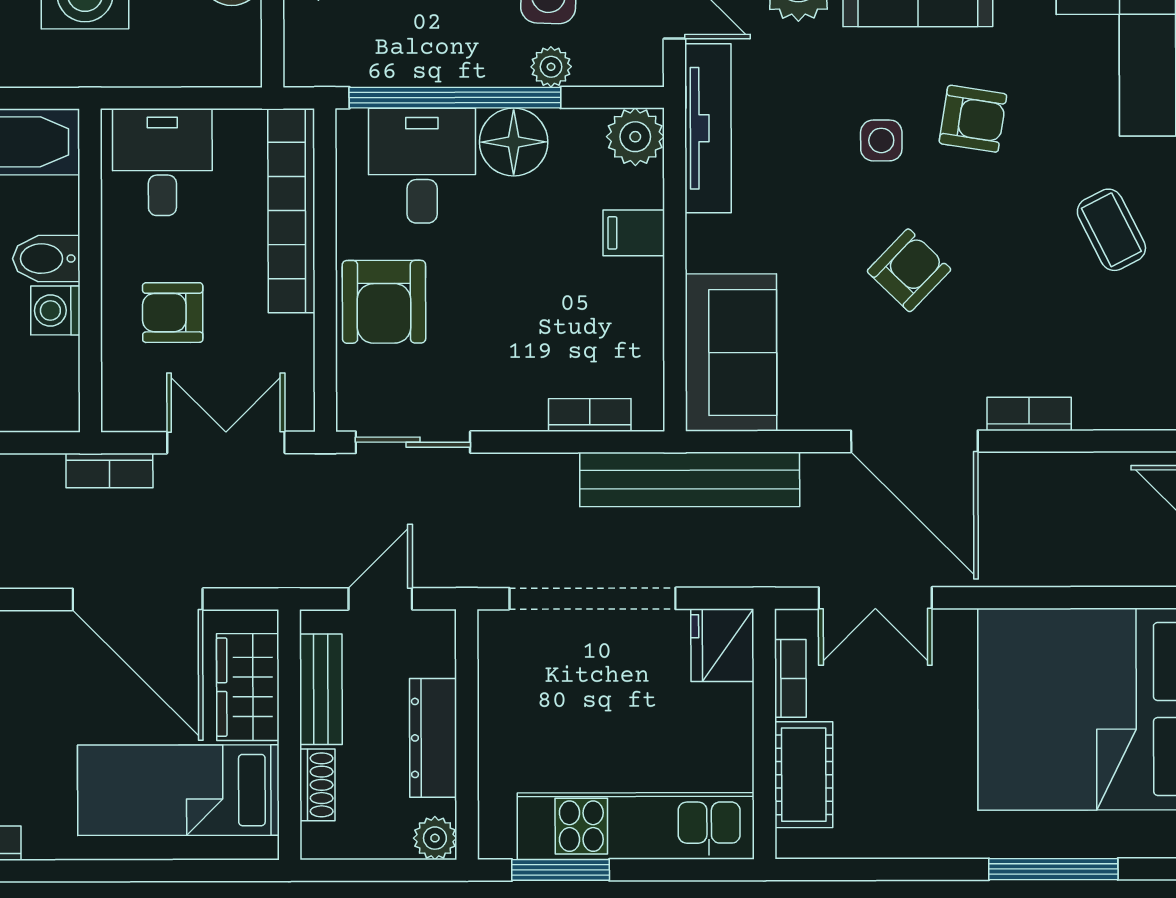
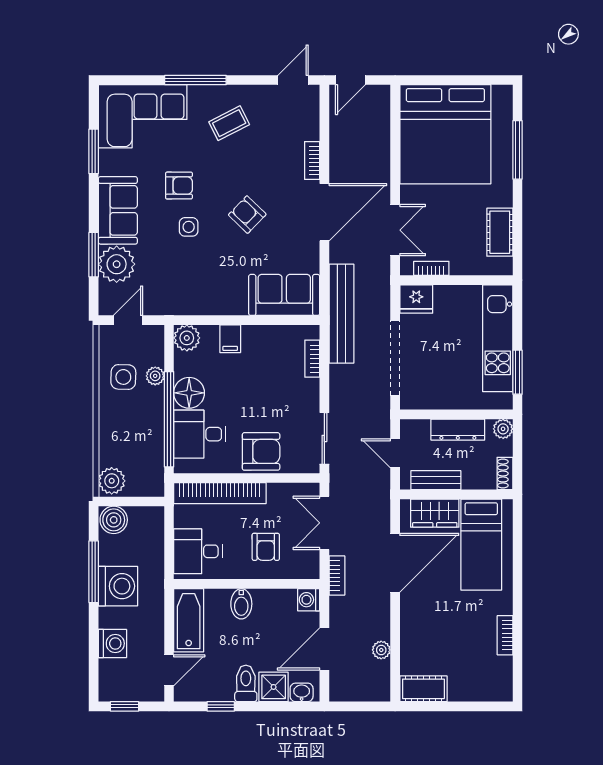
armchair: (973, 119) -> (179, 186), turned 81
tv unit: (708, 128) -> (183, 305), removed
washing machine: (55, 310) -> (309, 600), moved, turned 90
cot: (804, 775) -> (500, 232), moved, turned 90
shoe rack: (317, 785) -> (505, 474), moved, turned -90

